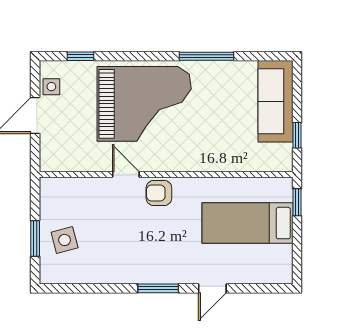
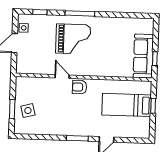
window: (207, 56) -> (80, 13), moved
sofa: (275, 101) -> (143, 56), moved
grand piano: (144, 104) -> (73, 39), width x0.73, depth x0.68
window: (297, 202) -> (153, 106), moved

